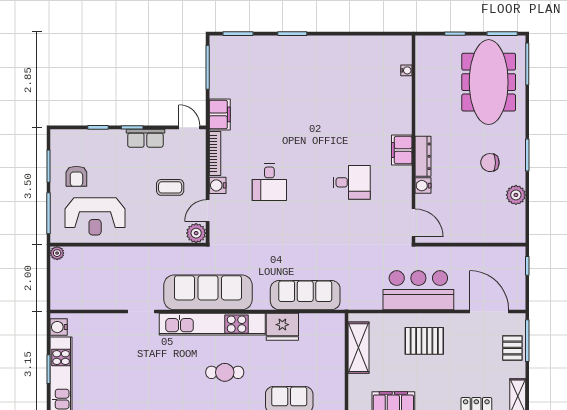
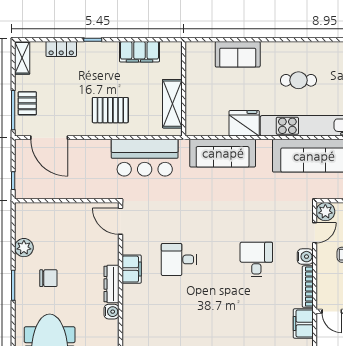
filing cabinet: (402, 150) -> (132, 269), moved
water cooler: (423, 186) -> (112, 312), moved
bar counter: (418, 290) -> (145, 158), moved

